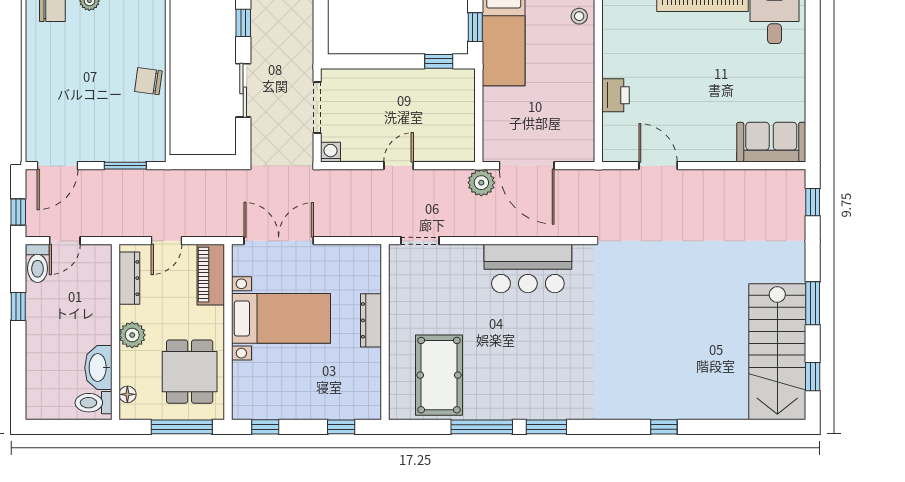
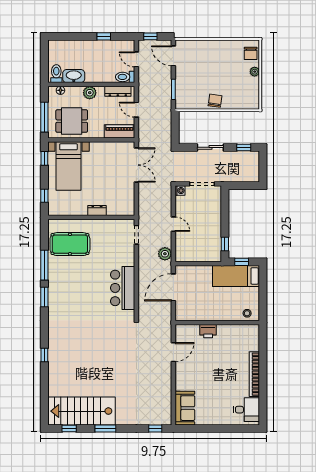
plant: (481, 183) -> (165, 254), moved
toilet: (38, 263) -> (125, 77), moved
bed with nightstands: (281, 318) -> (68, 166), moved
dresser: (371, 320) -> (97, 211), width x0.70

